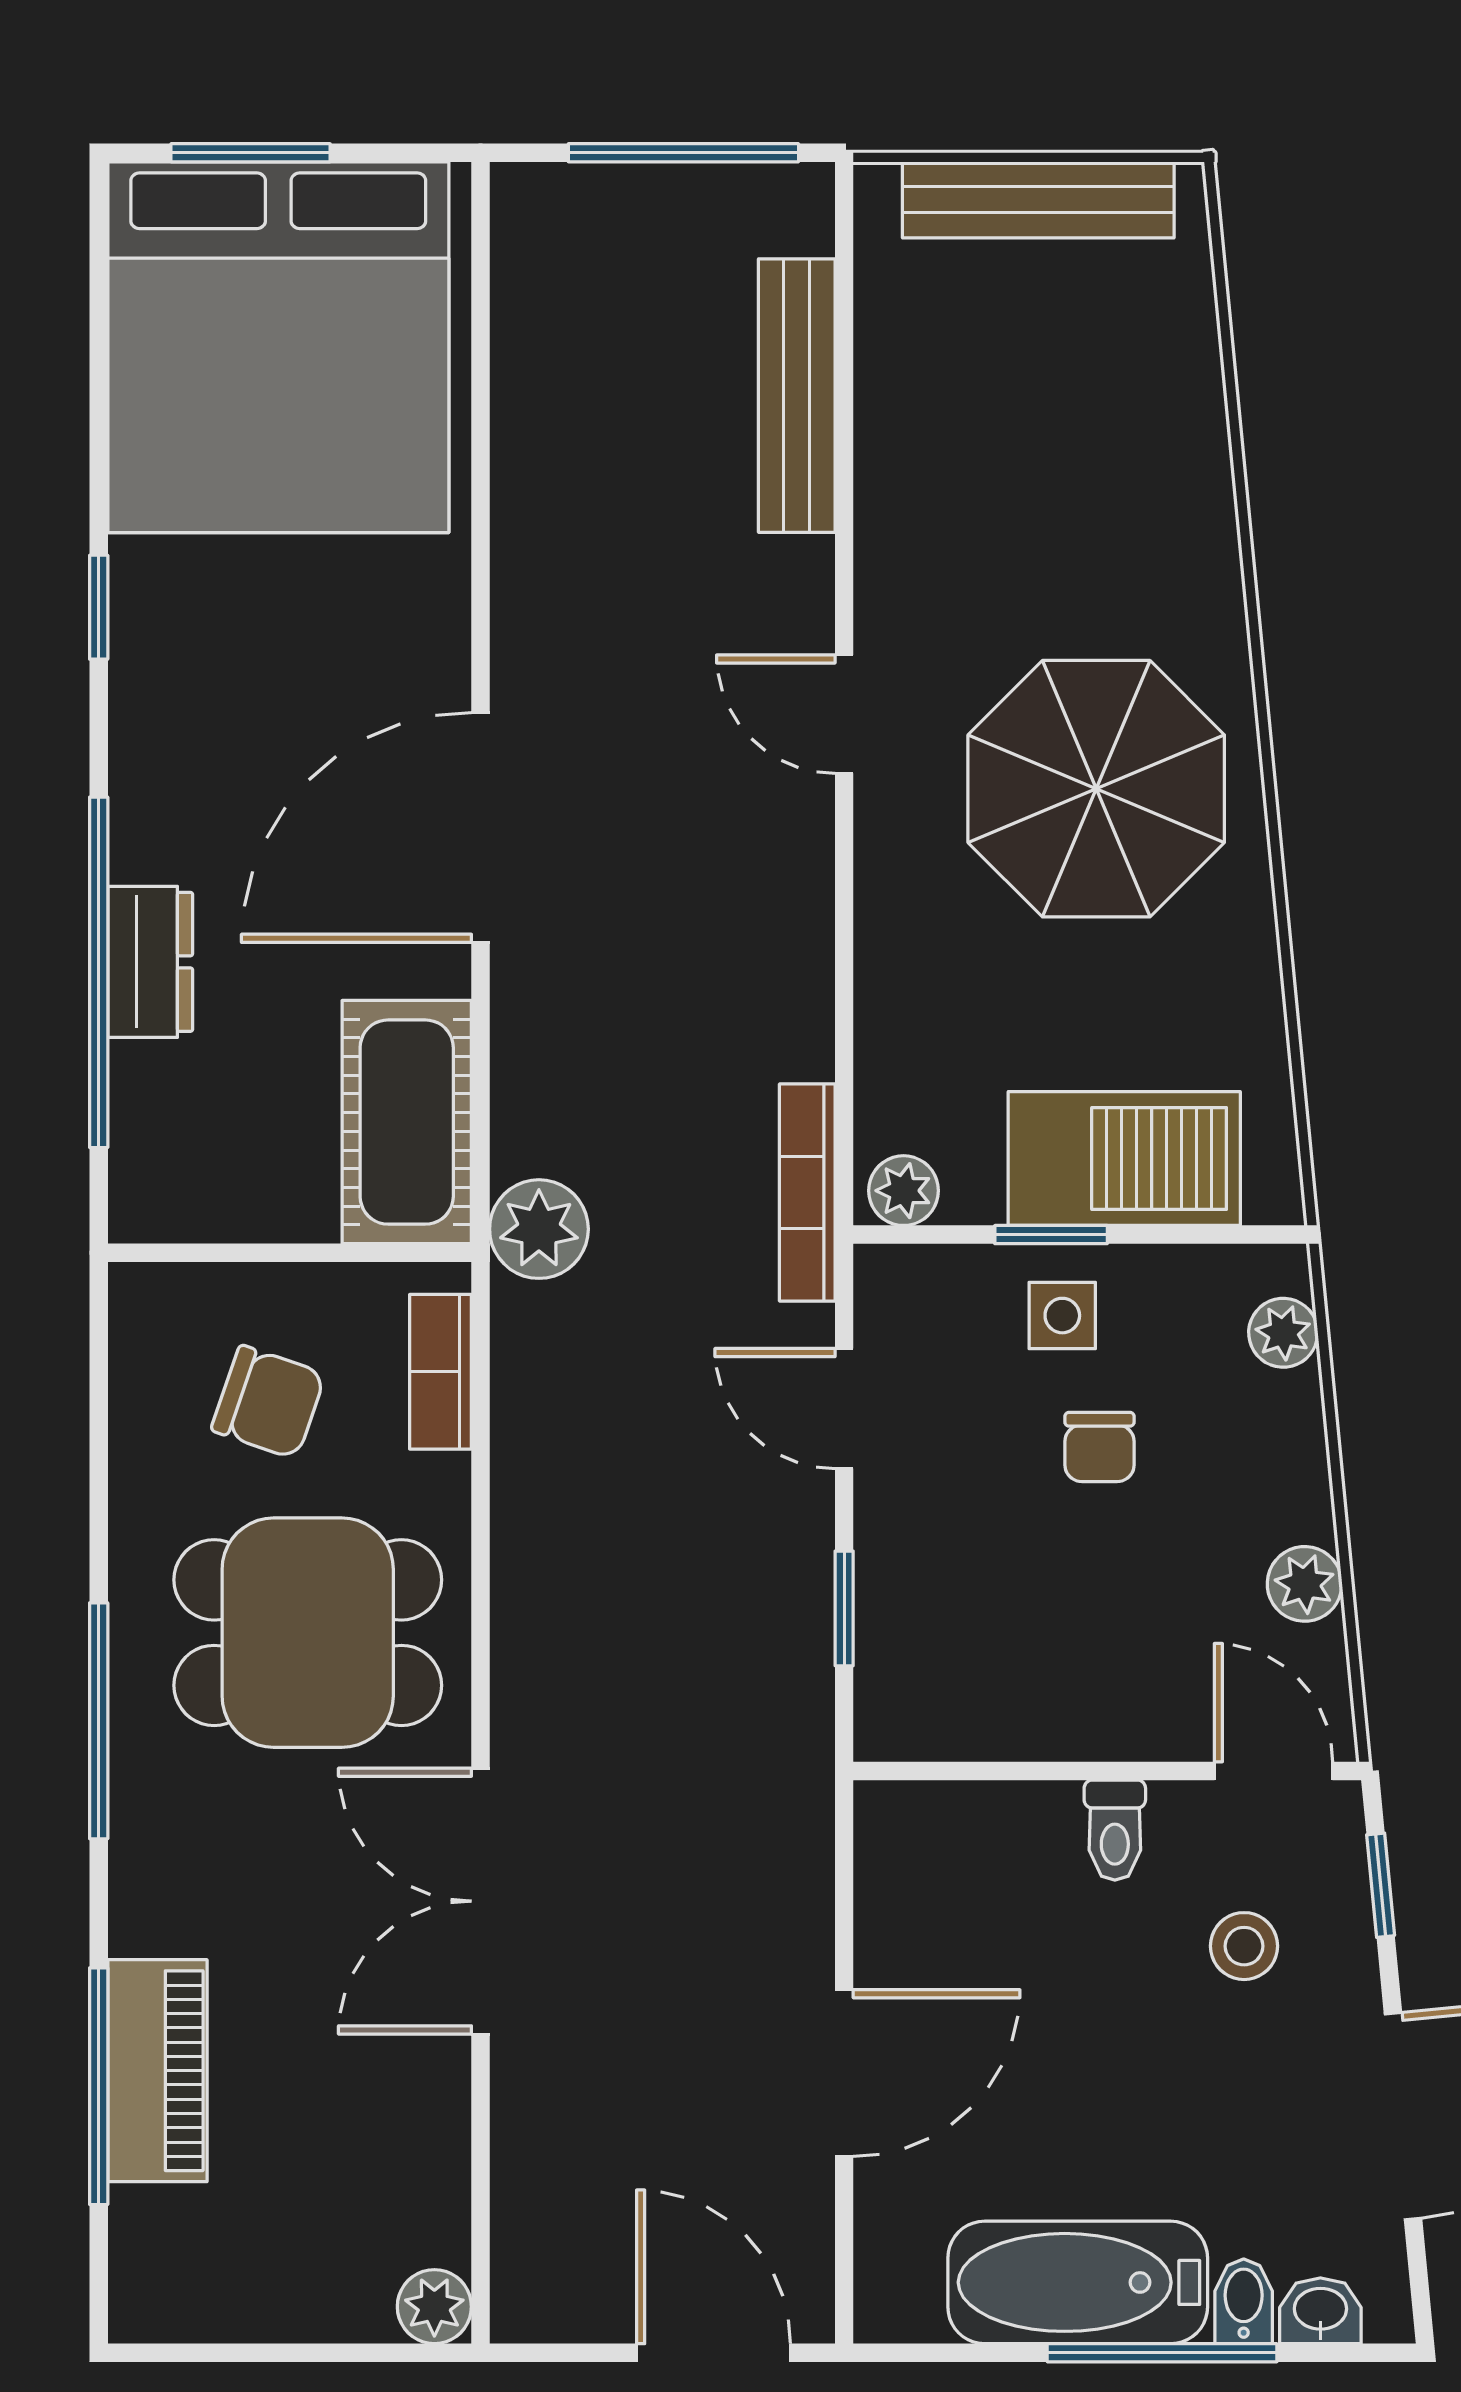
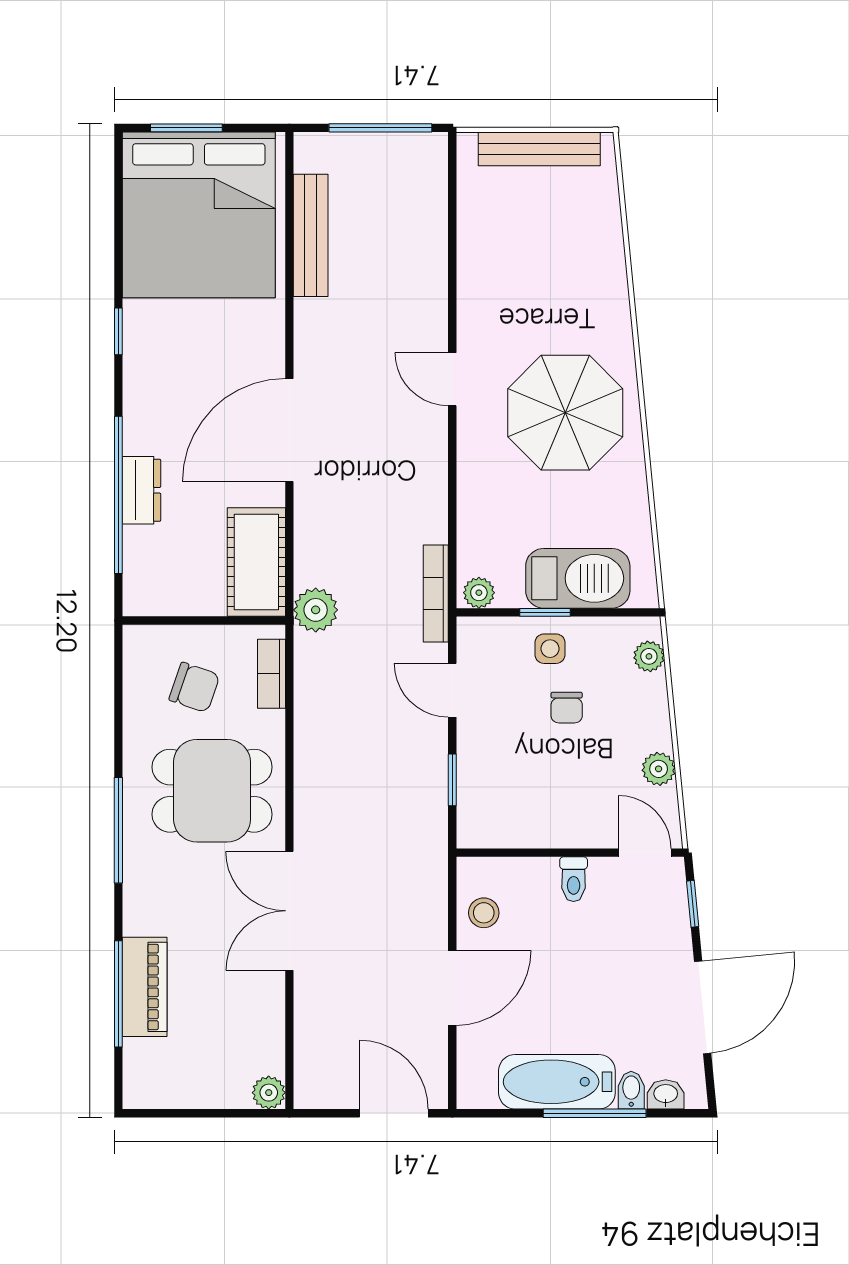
bench: (797, 396) -> (311, 235), moved
stool: (1244, 1946) -> (484, 913), moved

